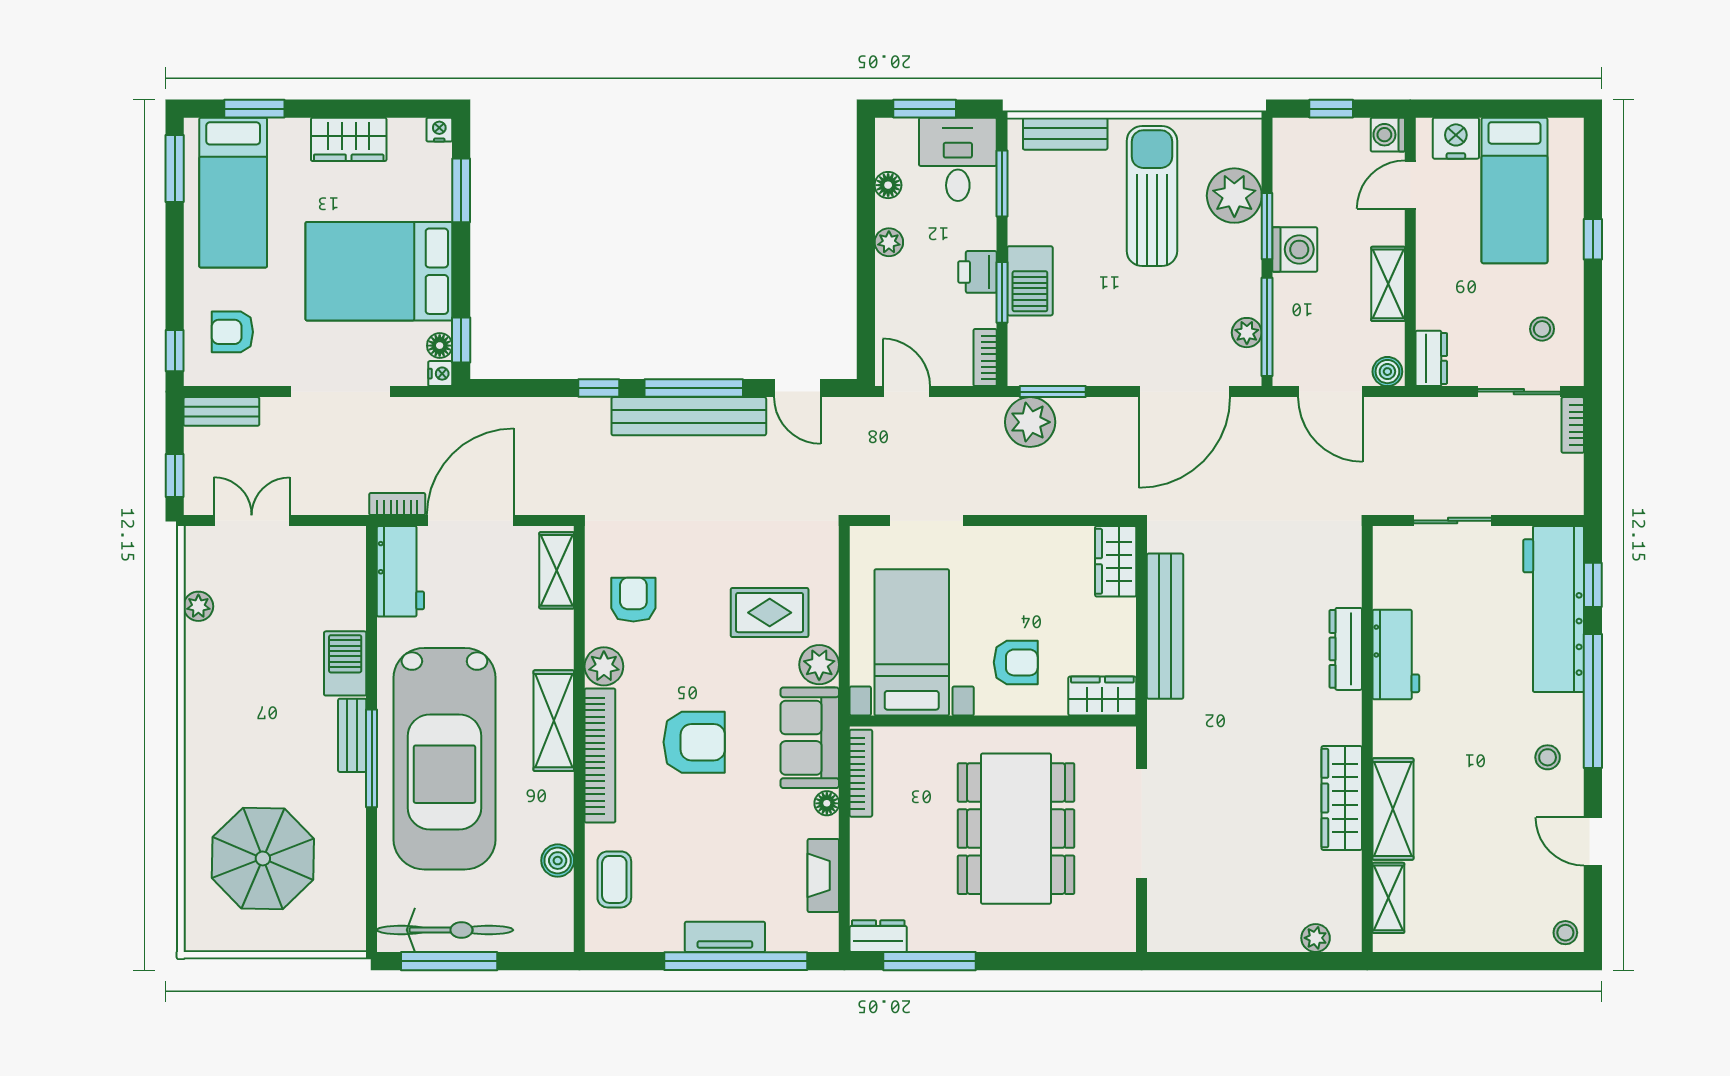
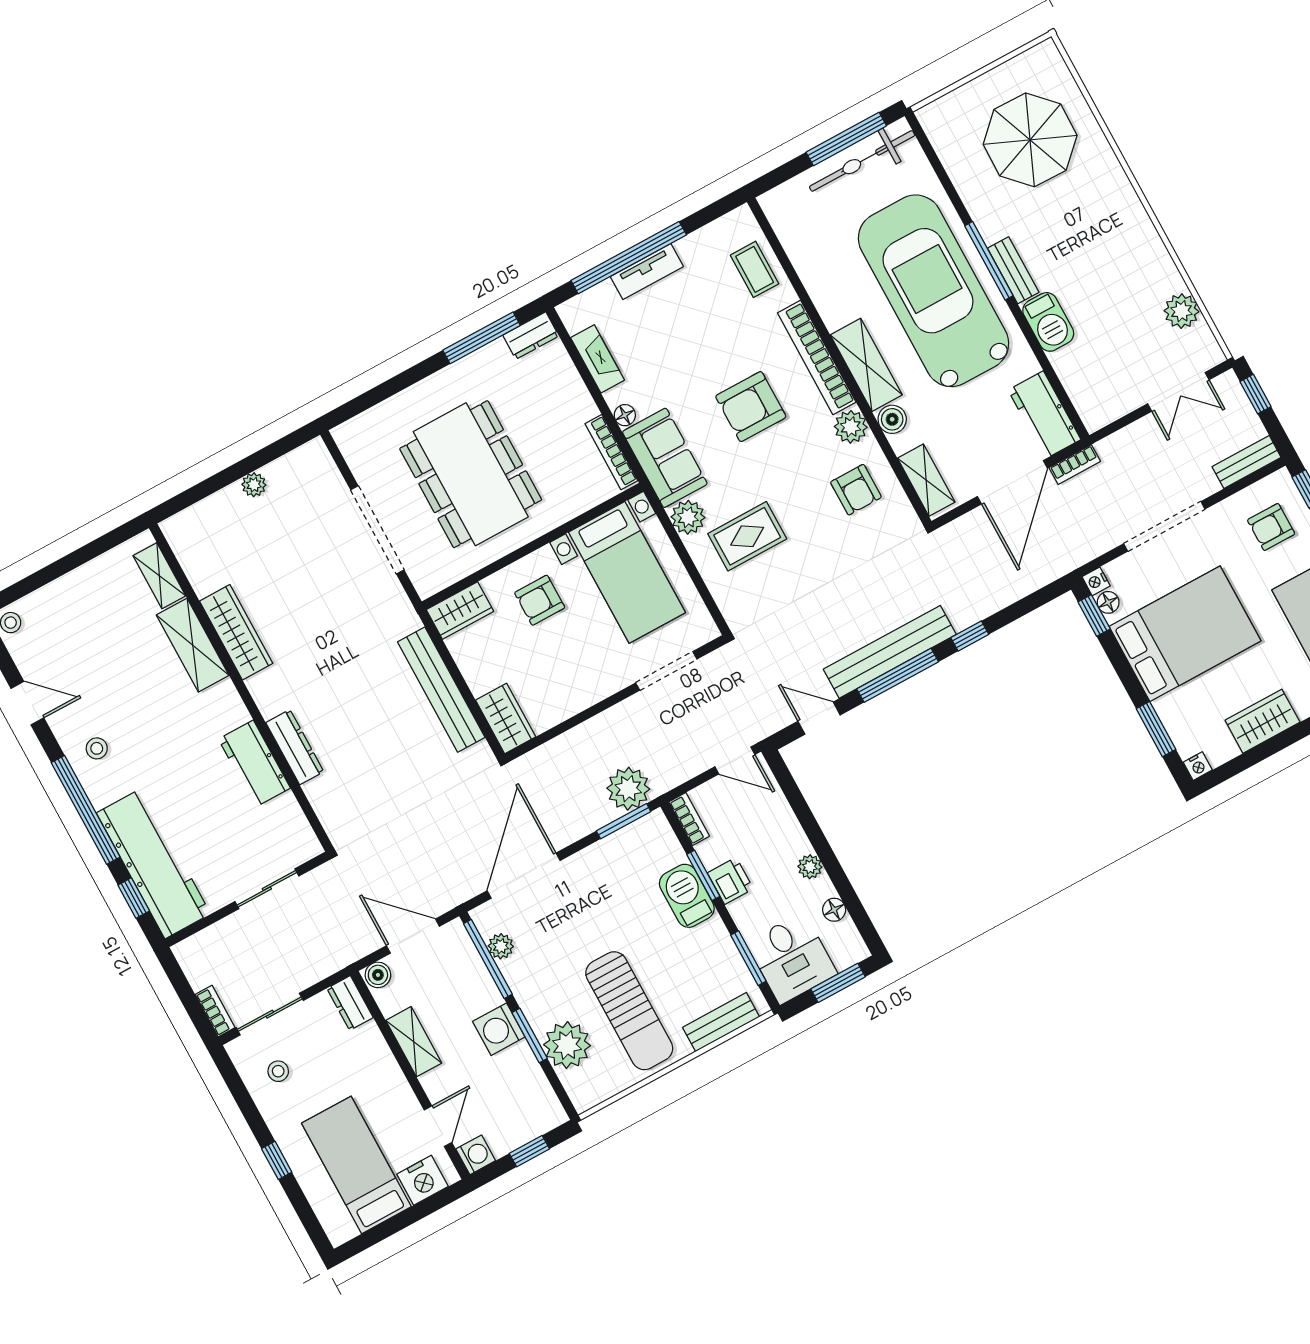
armchair: (232, 332) -> (1271, 527), turned 180
plant: (198, 606) -> (1181, 311), width x1.38, depth x1.38
boiler: (558, 861) -> (892, 419), moved
plant: (1316, 938) -> (254, 485), moved

